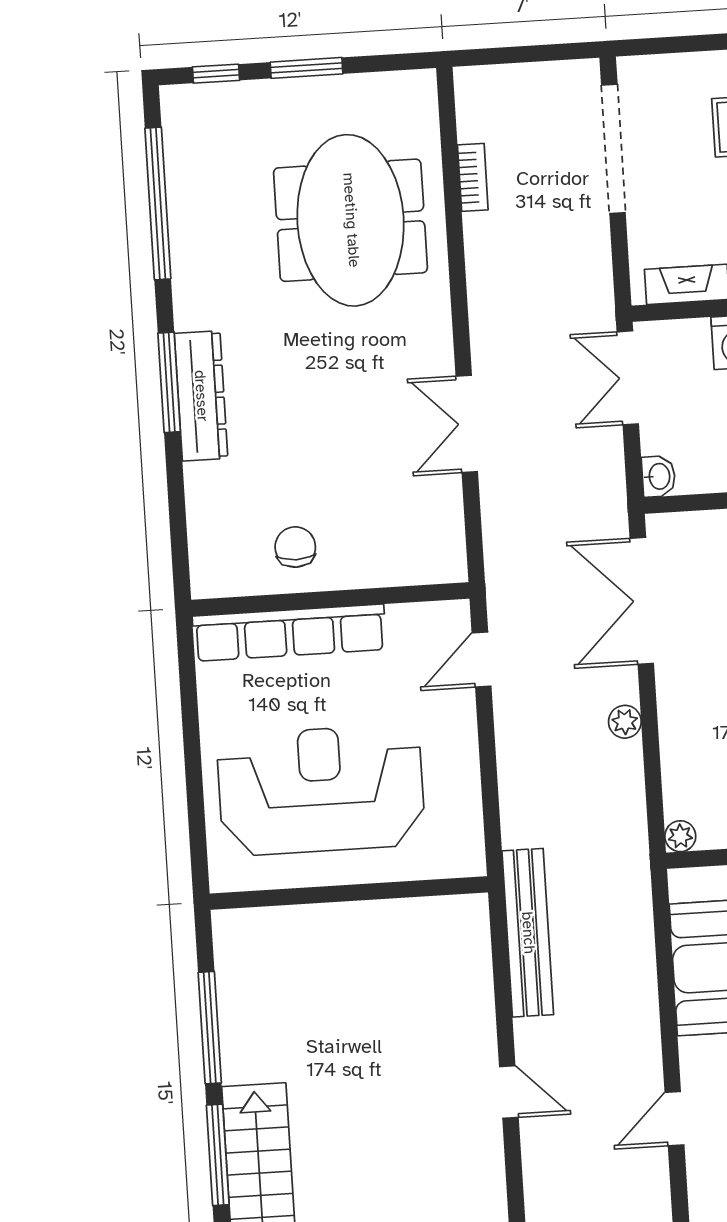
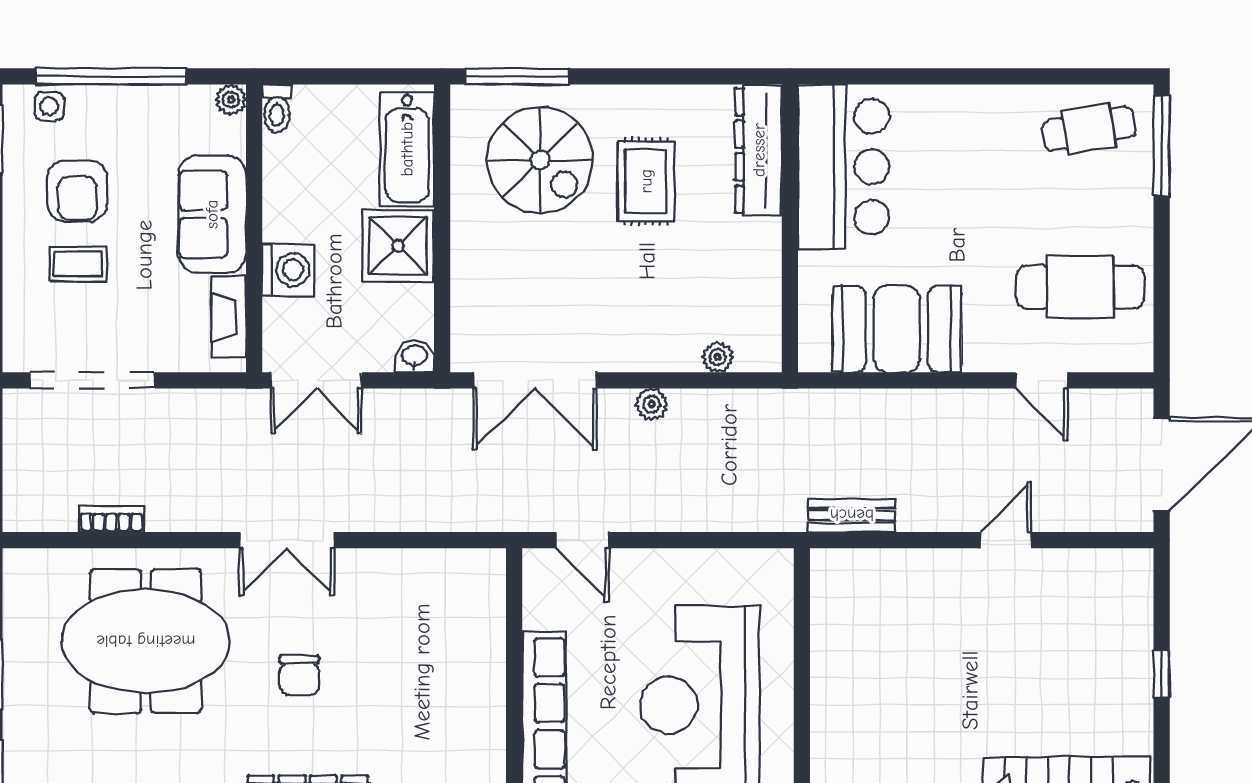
double door: (467, 424) -> (287, 540), moved
chair: (295, 547) -> (299, 675), moved, turned -90
plant: (680, 836) -> (718, 357), moved
bench: (528, 933) -> (852, 515), width x0.54, depth x0.82

